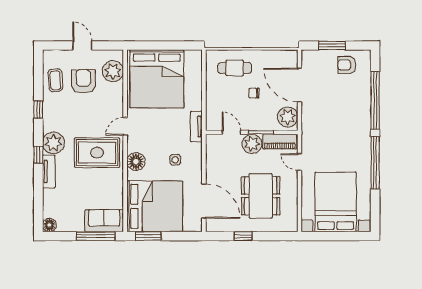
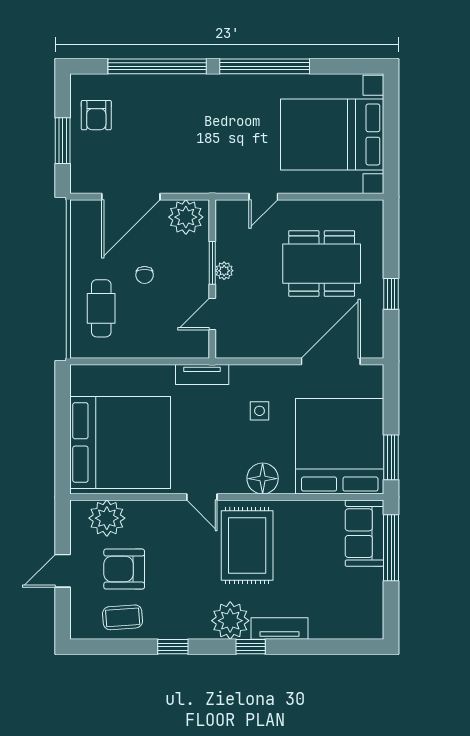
piano: (280, 142) -> (228, 231), removed
plant: (252, 144) -> (224, 271), width x0.53, depth x0.53
floor lamp: (49, 225) -> (372, 628), removed

